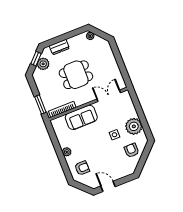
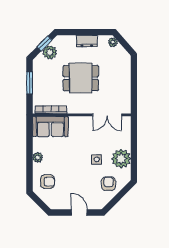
dresser: (59, 47) -> (87, 41), moved
double door: (109, 96) -> (107, 115), swing flipped
window: (40, 104) -> (30, 83), moved
sofa: (81, 117) -> (50, 126), moved
door: (108, 186) -> (79, 213), moved

